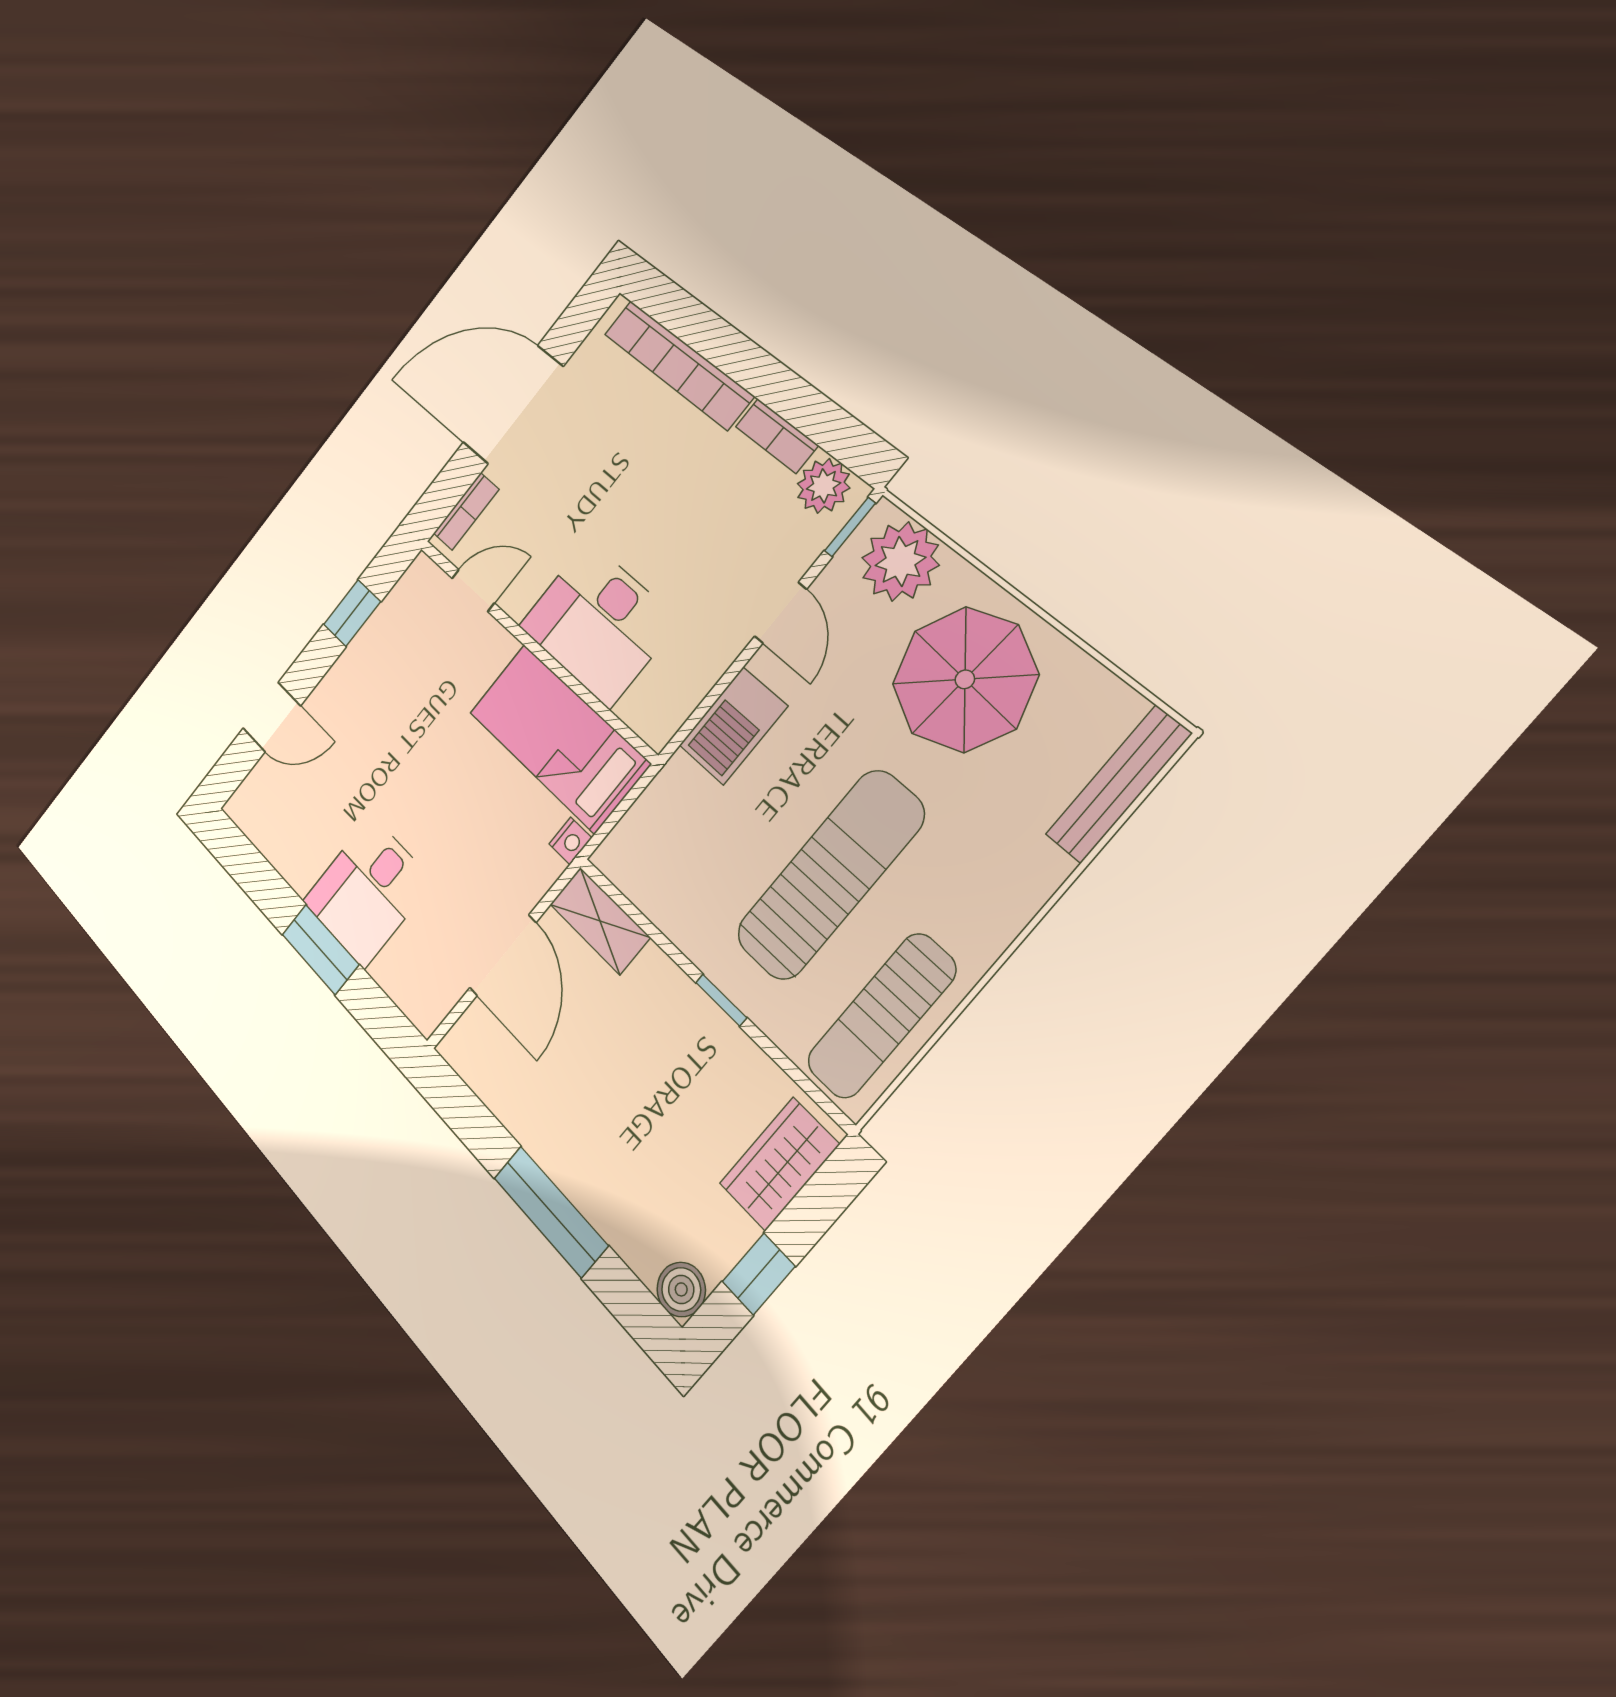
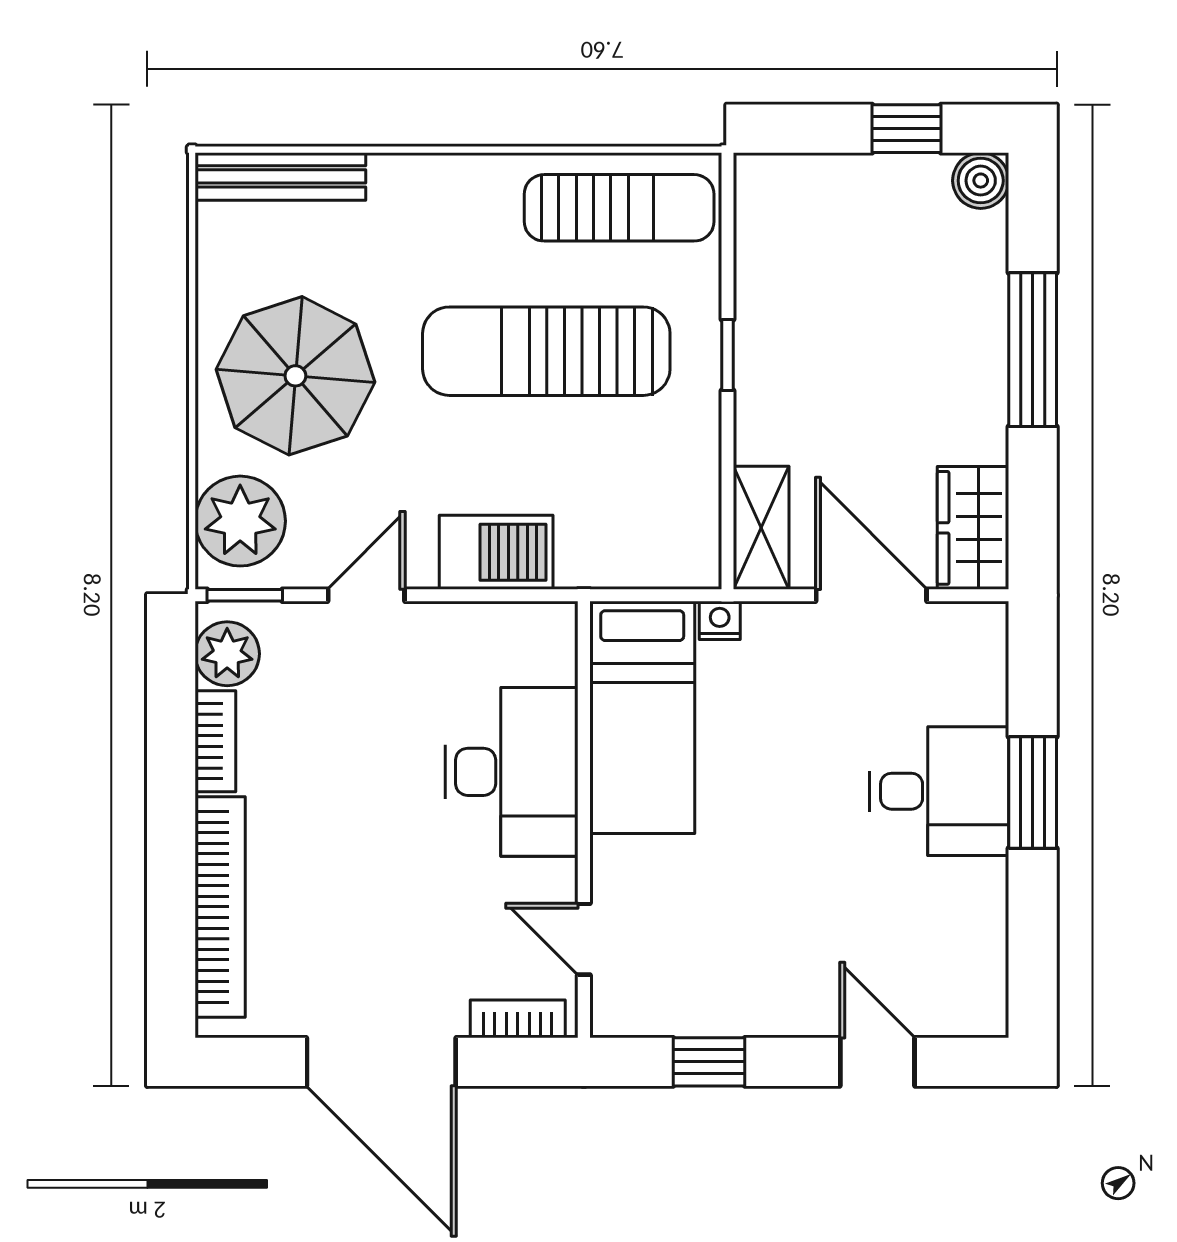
door: (503, 955) -> (871, 595), hinge flipped
wardrobe: (779, 1164) -> (973, 528), moved, turned 90

